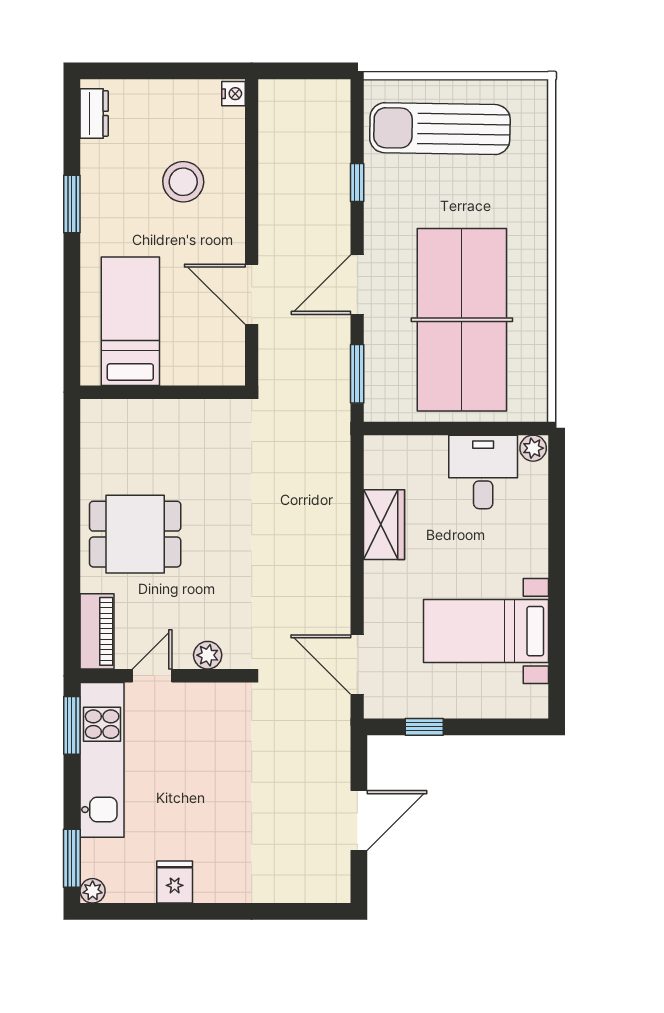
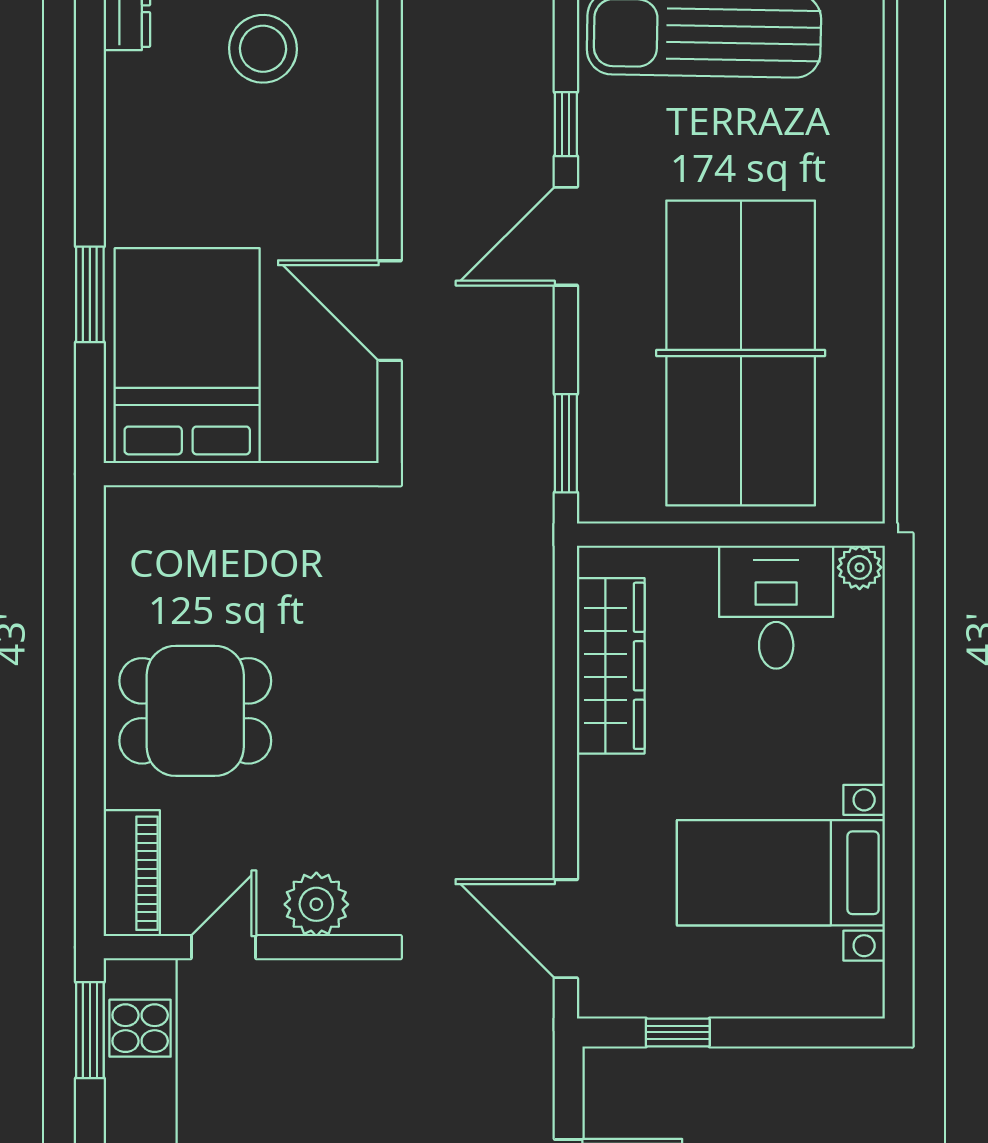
stool: (183, 182) -> (263, 49), moved
window: (72, 204) -> (90, 294), moved
door: (357, 285) -> (566, 236), moved
bed: (130, 321) -> (187, 356), width x1.50
wardrobe: (384, 525) -> (611, 666), width x1.50
plant: (208, 655) -> (316, 904), width x1.38, depth x1.38

